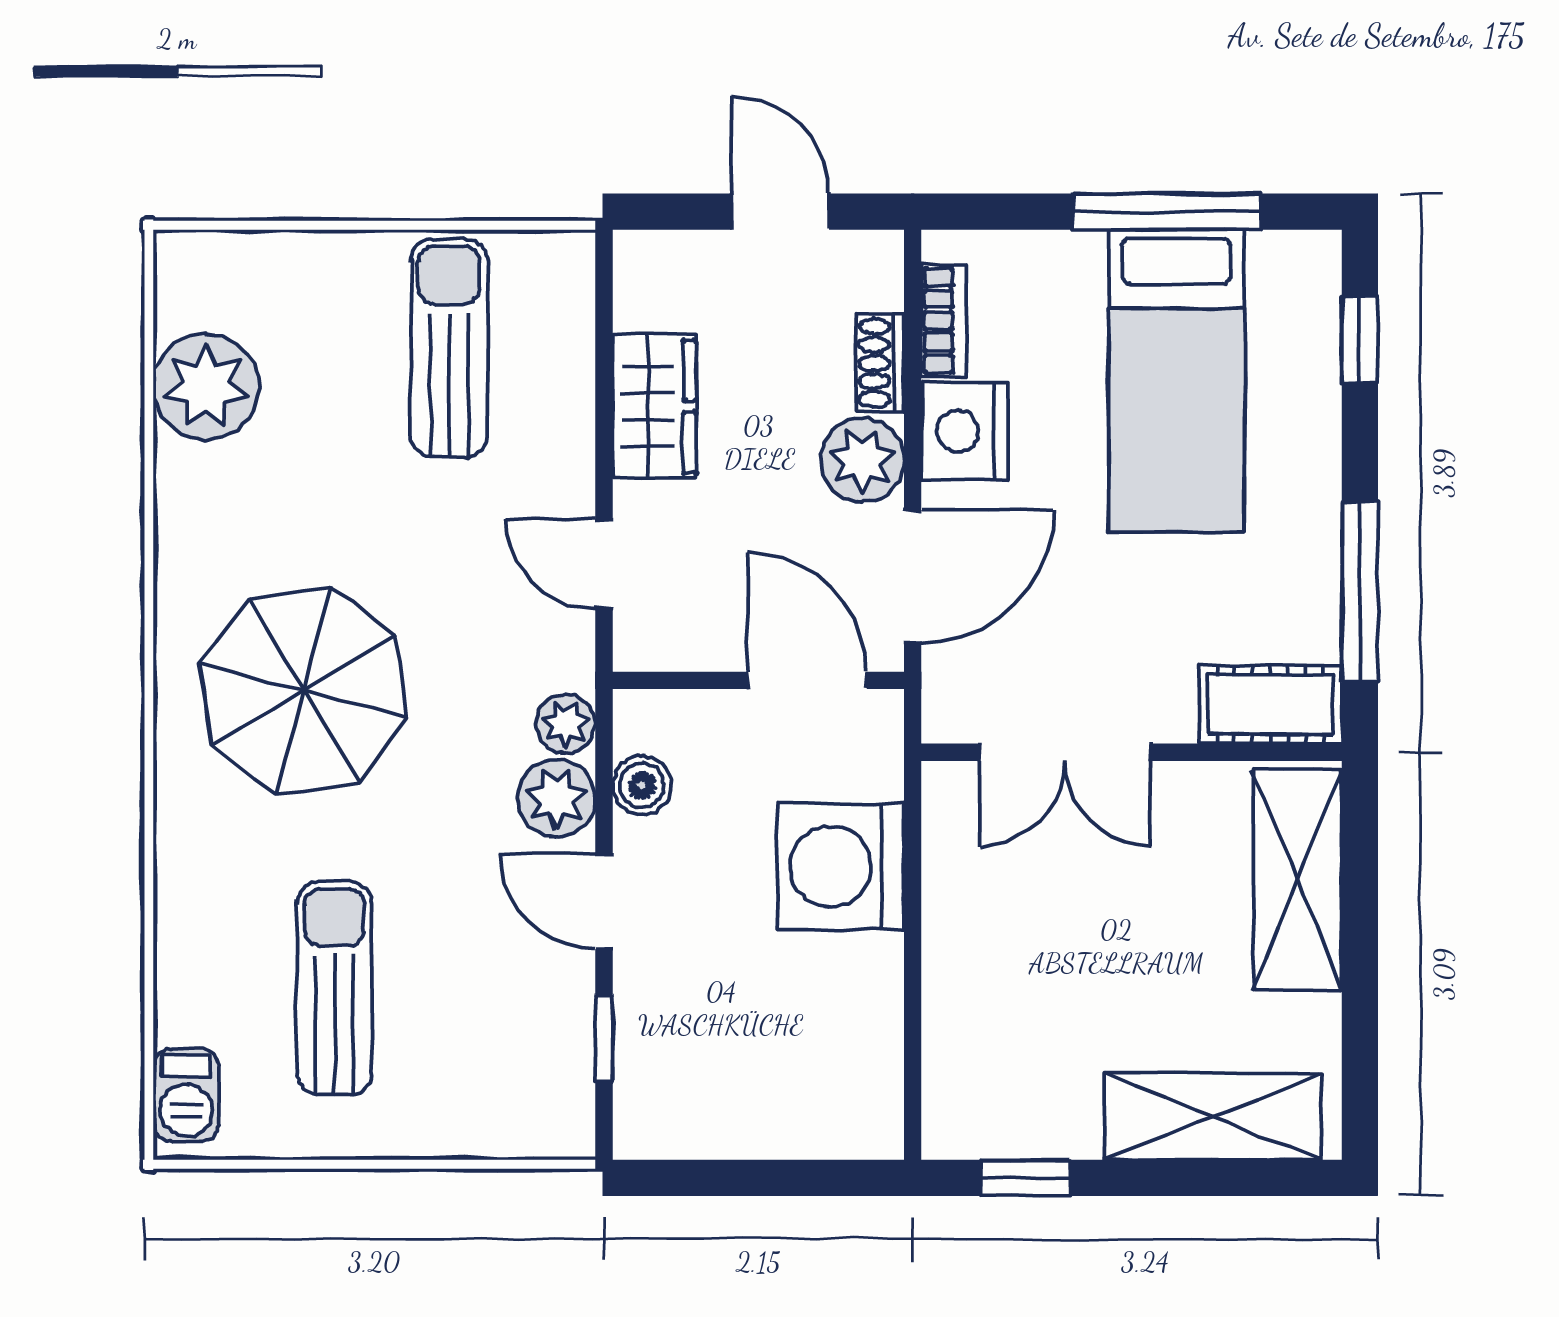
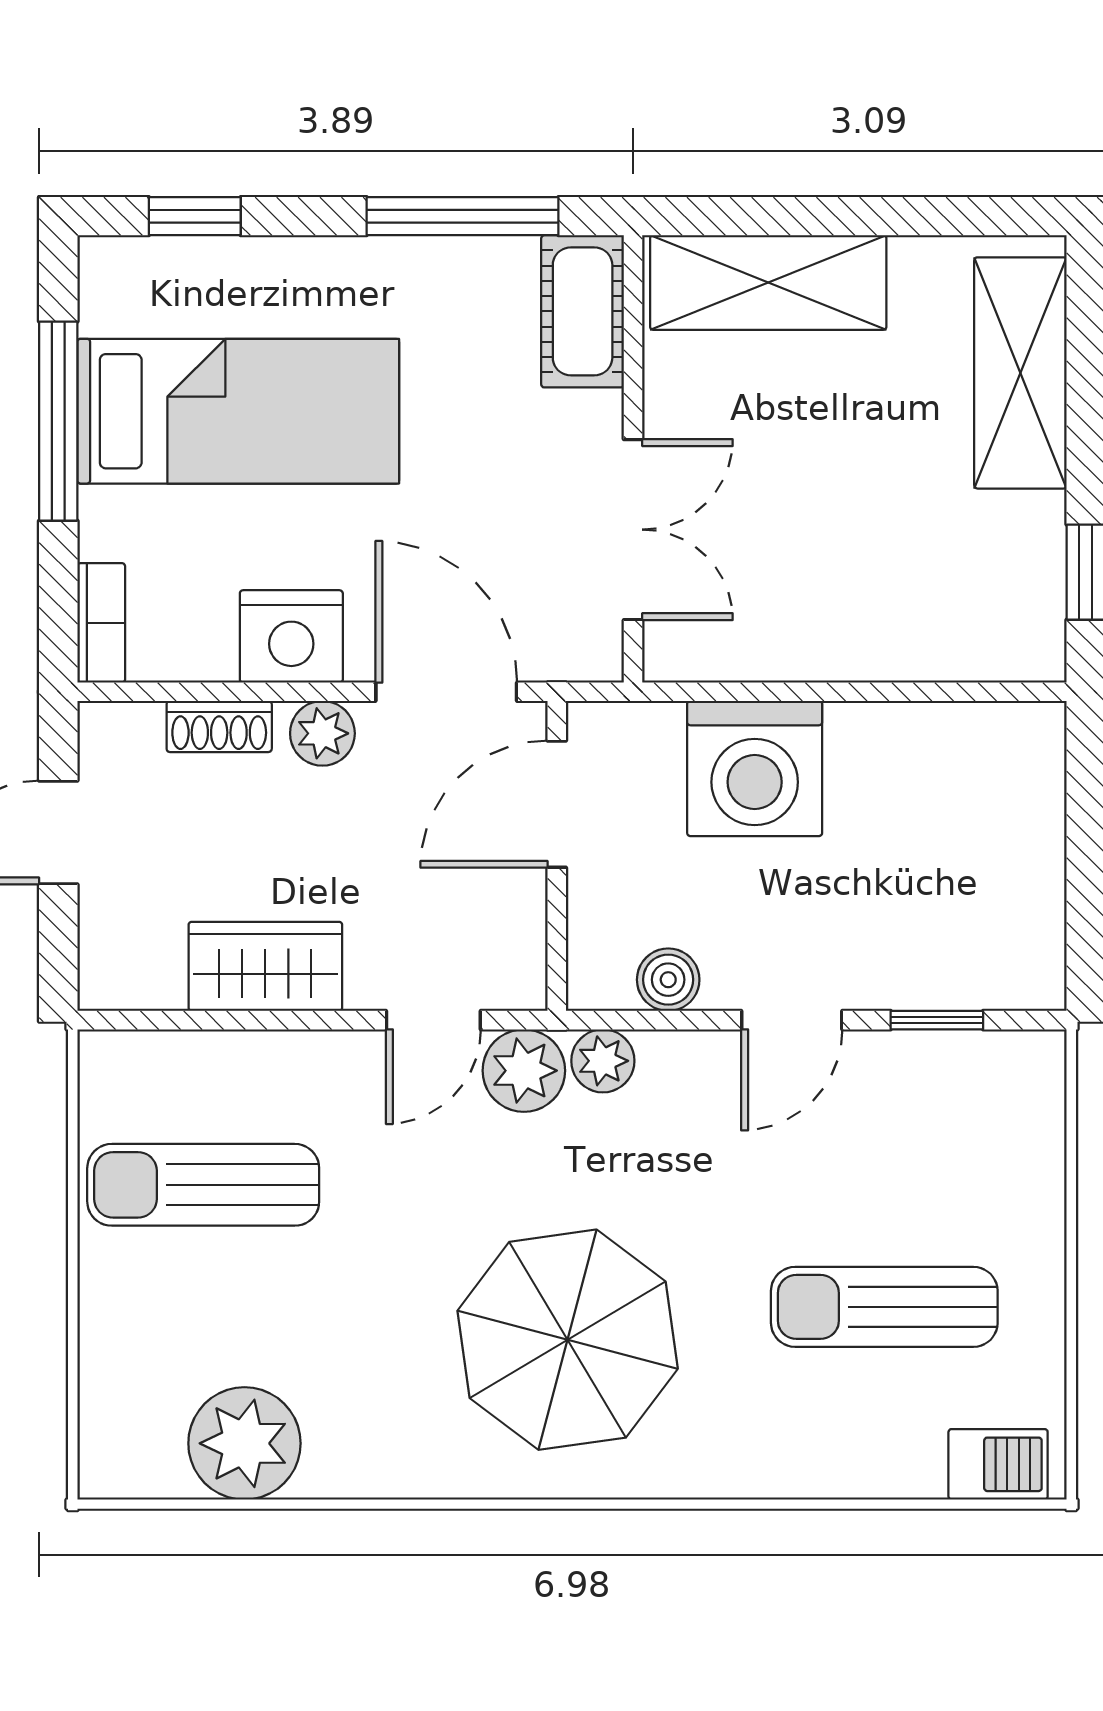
bookcase: (944, 320) -> (101, 623), moved, turned 90
plant: (862, 460) -> (322, 733), width x0.73, depth x0.73
plant: (557, 798) -> (524, 1071), moved

